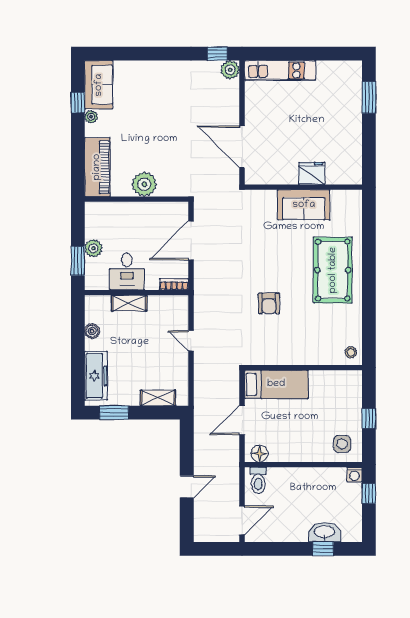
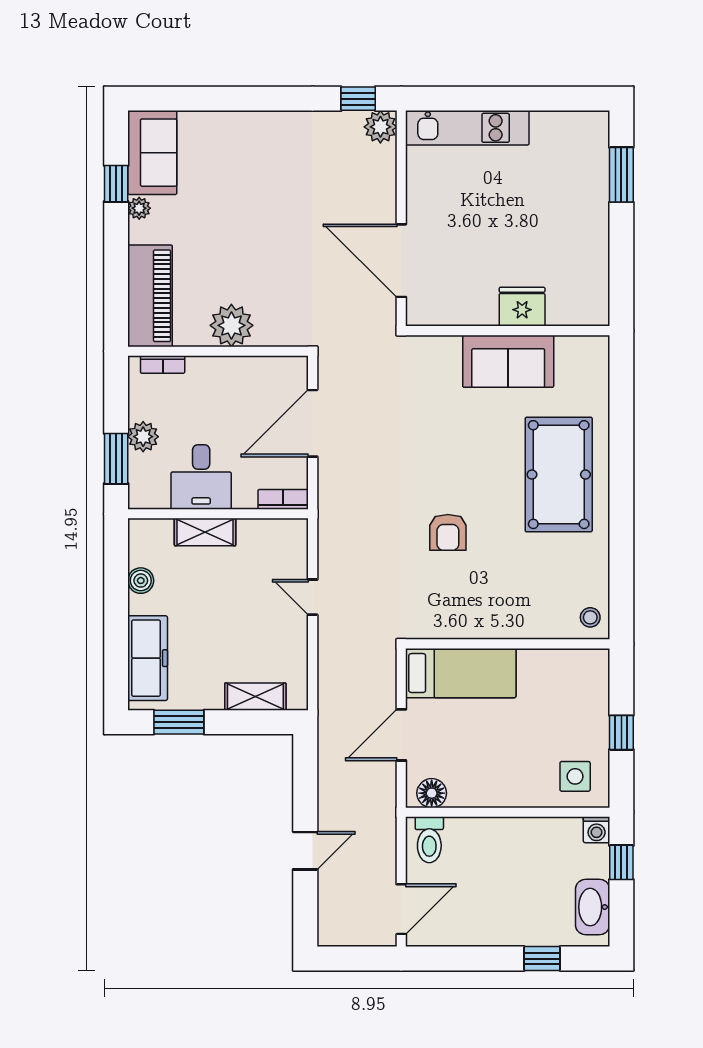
bookcase: (105, 207) -> (163, 365), added
washbasin: (324, 532) -> (593, 907), moved, turned -90

